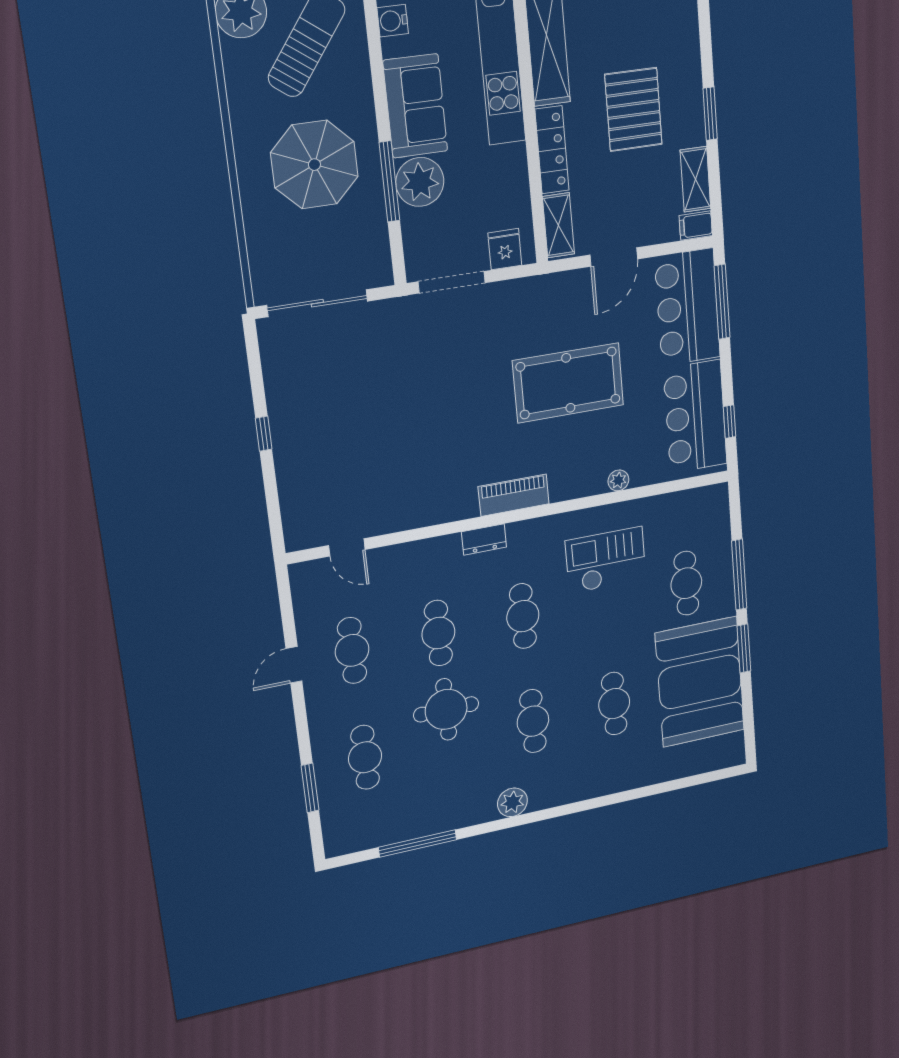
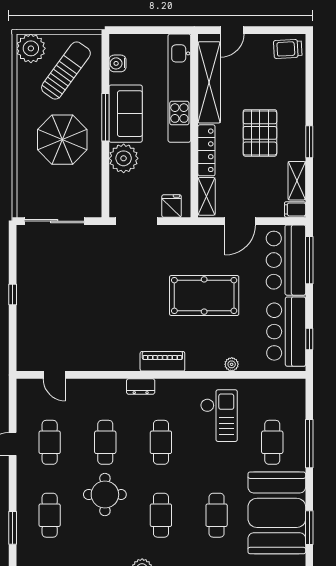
window: (389, 181) -> (105, 117), moved
checkout: (606, 560) -> (219, 416), turned 90
window: (744, 648) -> (309, 528), moved

